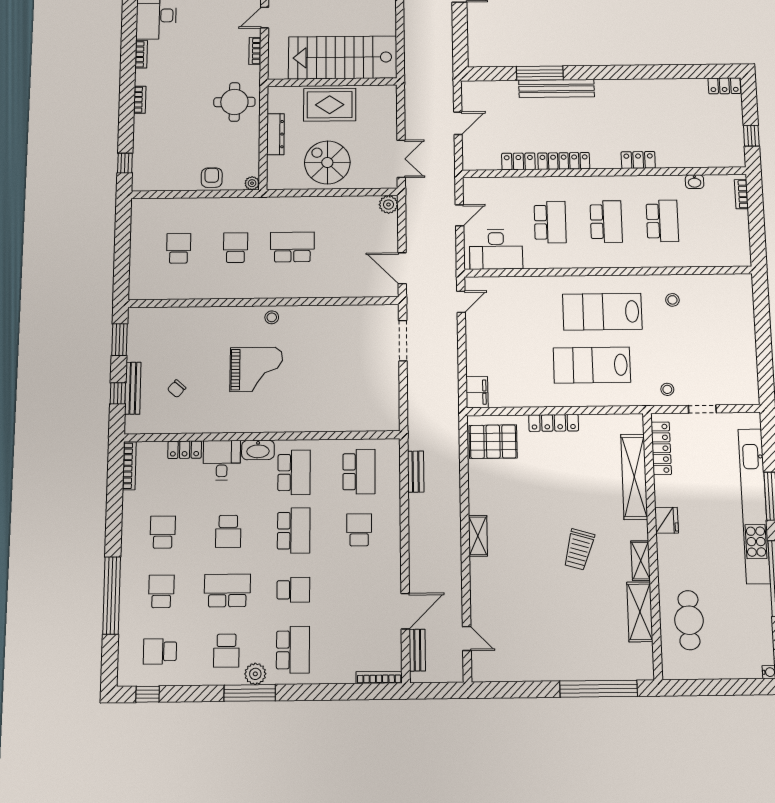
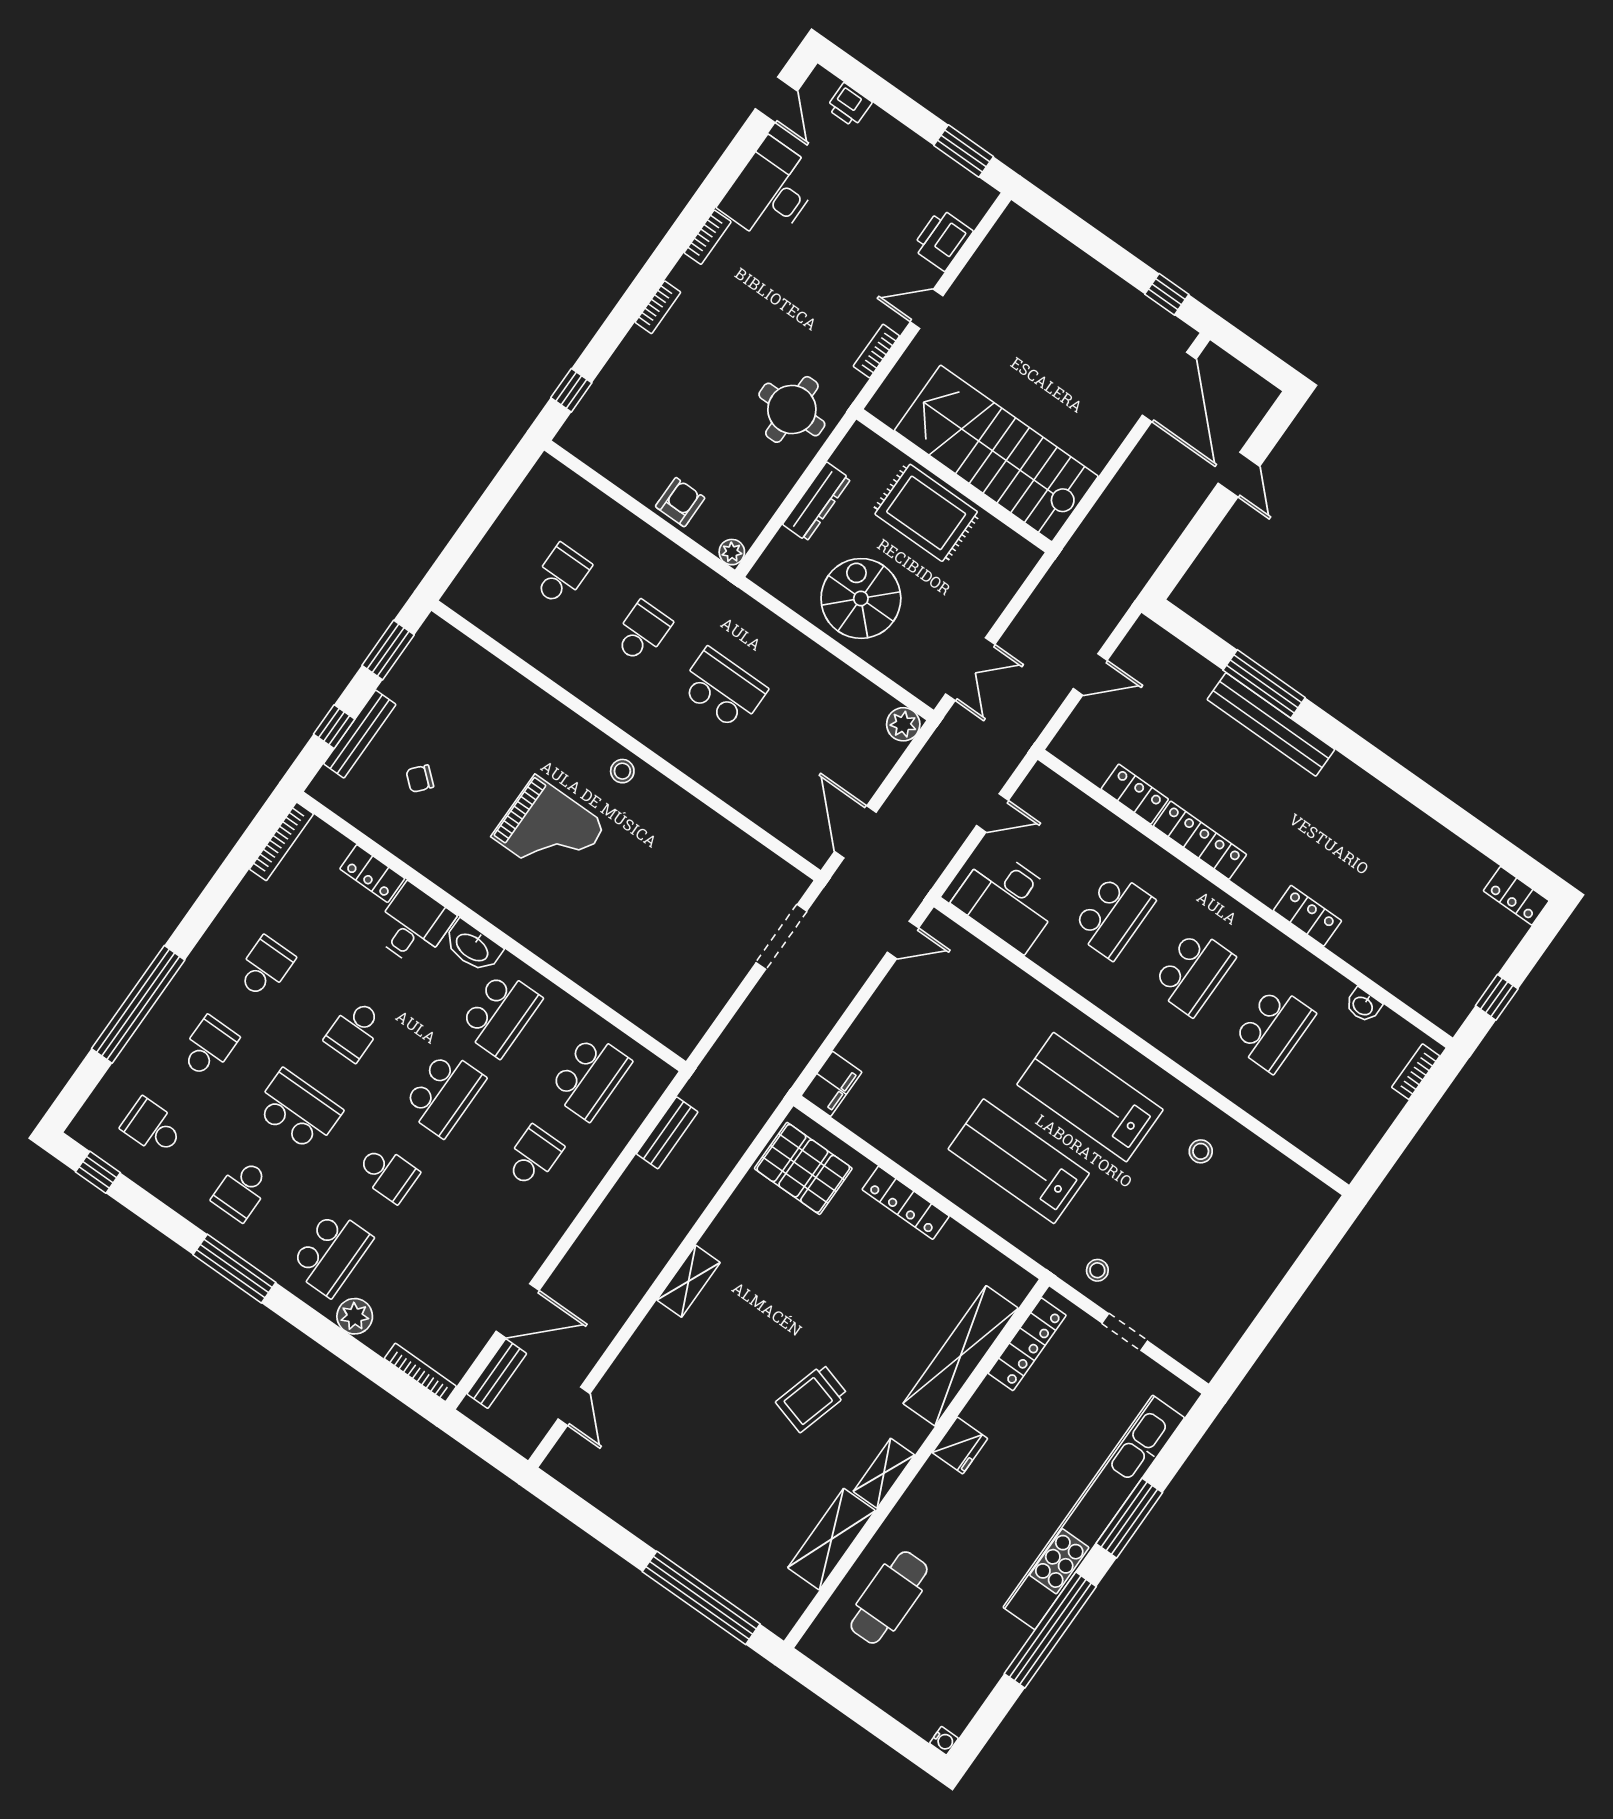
plant: (255, 674) -> (355, 1316), moved

